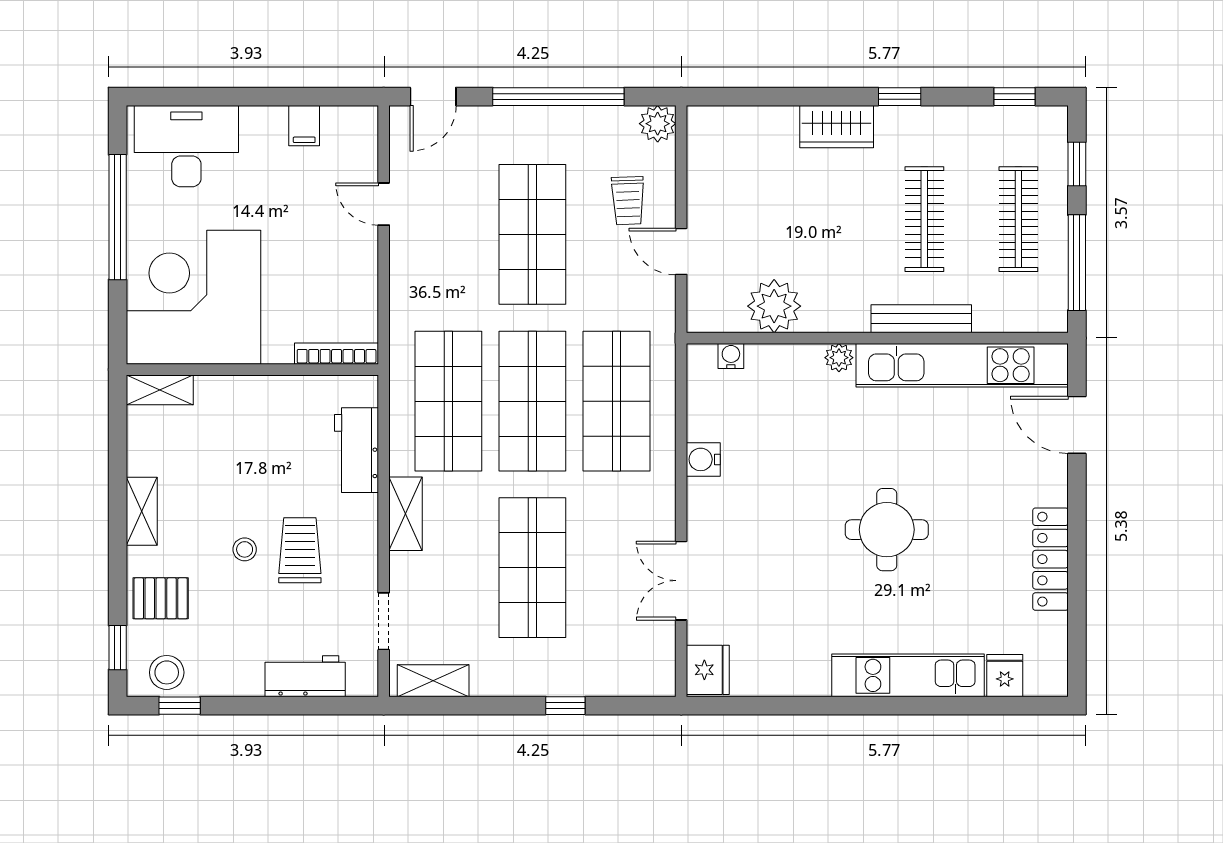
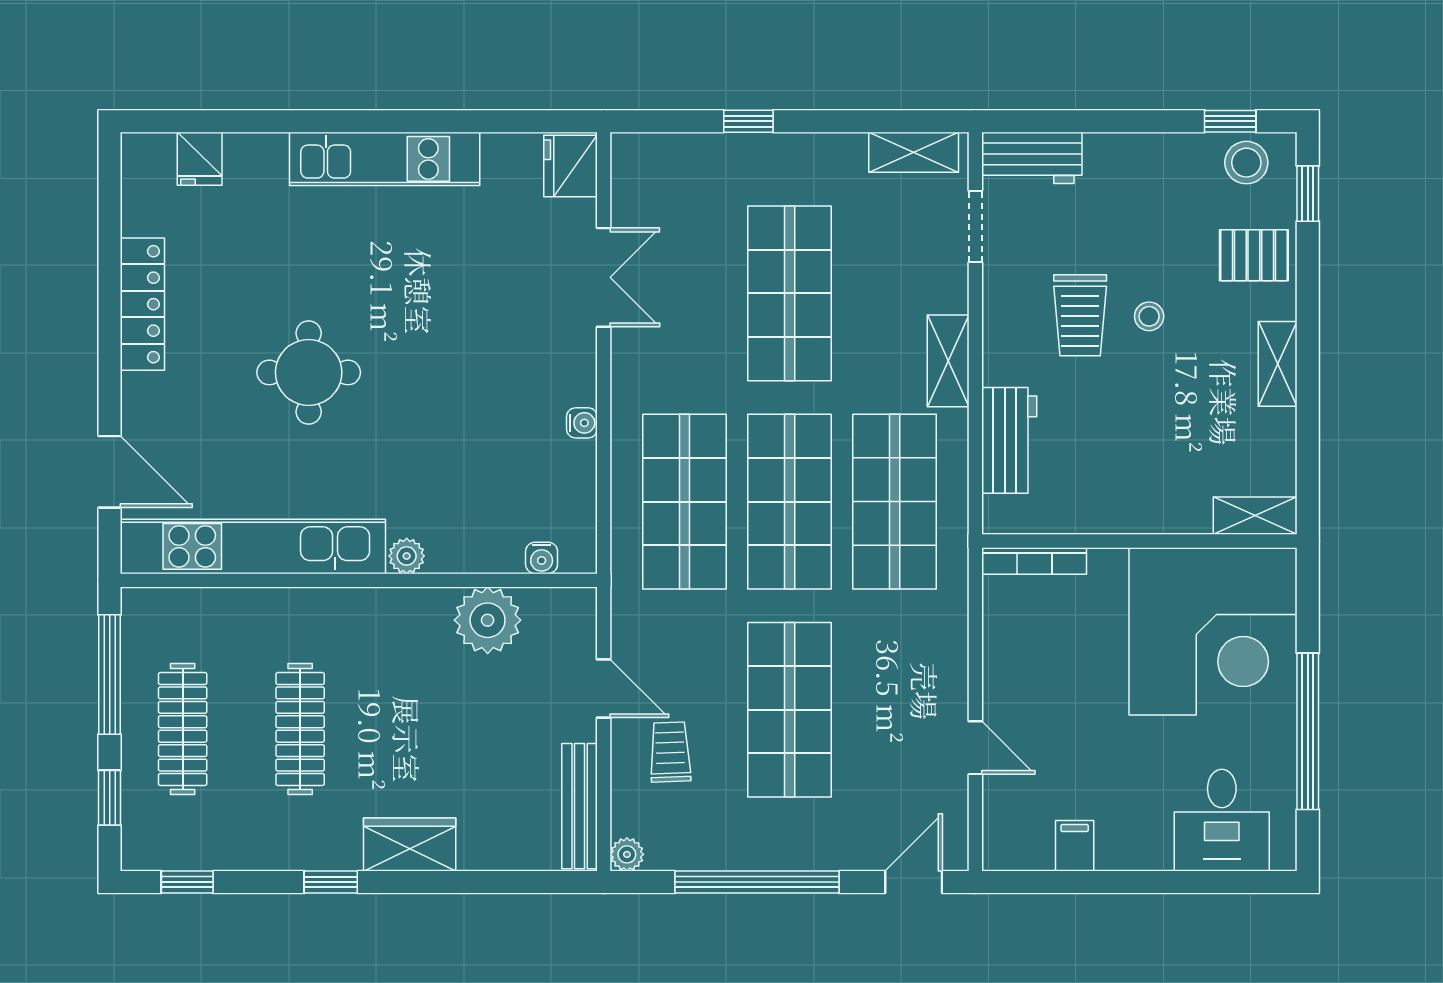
plant: (658, 124) -> (627, 854), width x0.73, depth x0.73
desk: (186, 146) -> (1222, 820), width x0.73
bench: (921, 319) -> (580, 806), moved, turned 90
water cooler: (703, 459) -> (582, 423), width x0.72, depth x0.72
round table: (887, 530) -> (309, 372), moved
kitchen unit: (908, 675) -> (385, 159), moved
workbench: (305, 676) -> (1032, 158), moved

